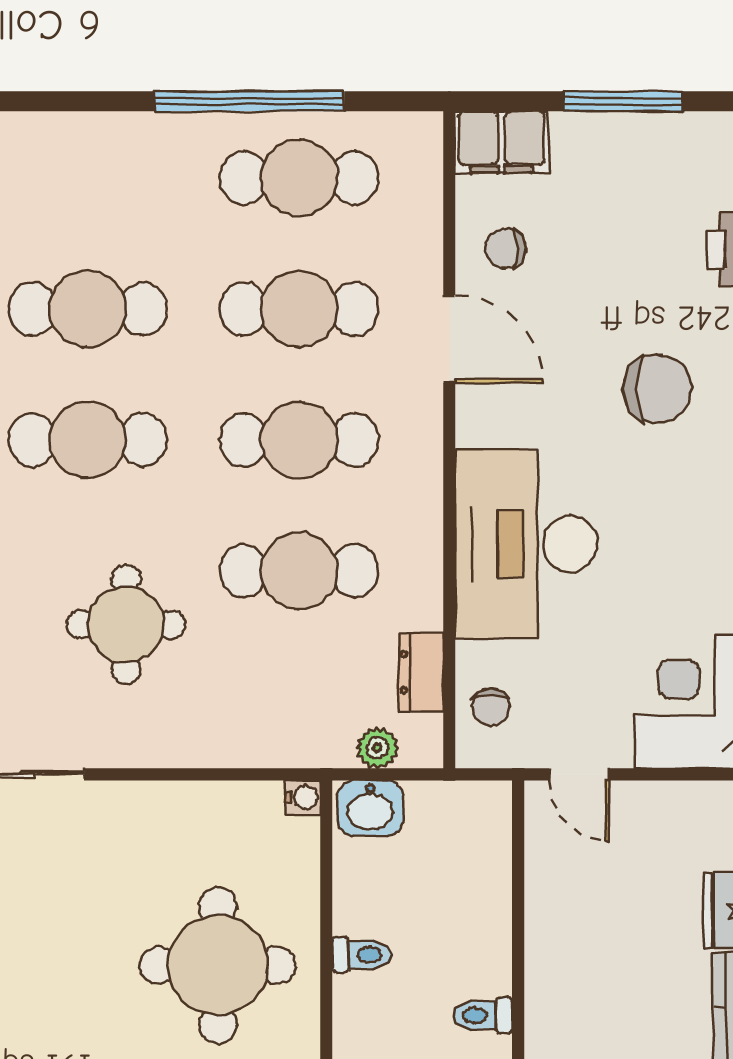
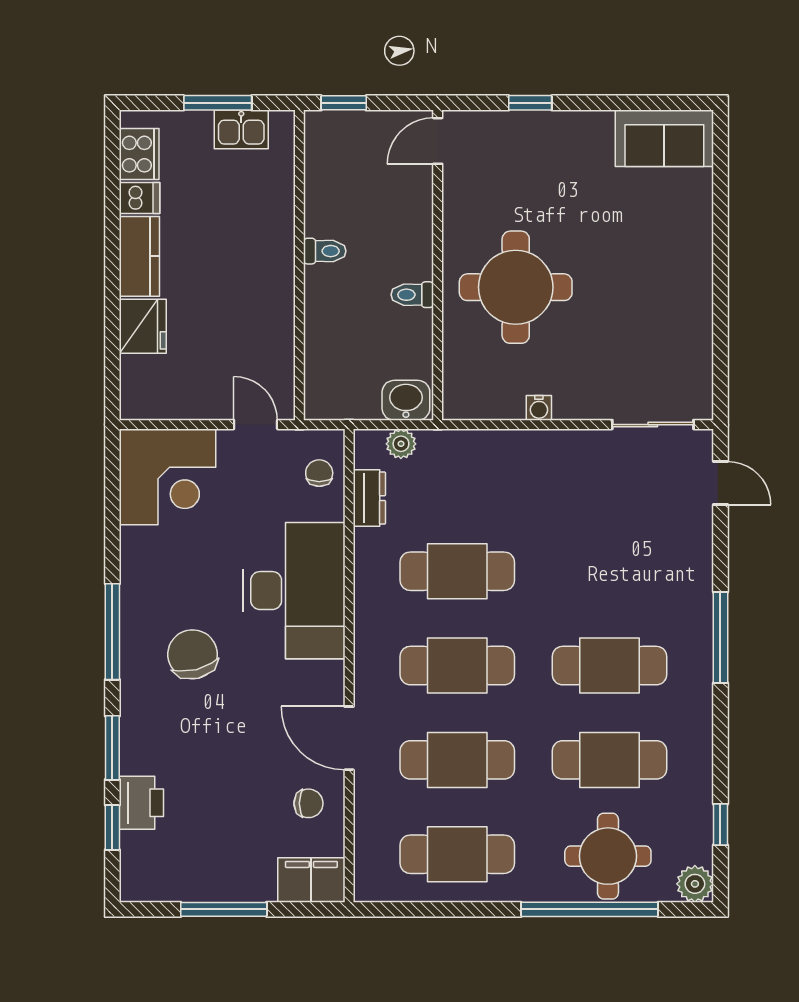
window: (249, 101) -> (589, 909), moved
chair: (657, 389) -> (193, 654), moved, turned 77
round table: (126, 624) -> (608, 856), moved
water cooler: (303, 798) -> (539, 408), moved, turned -90

